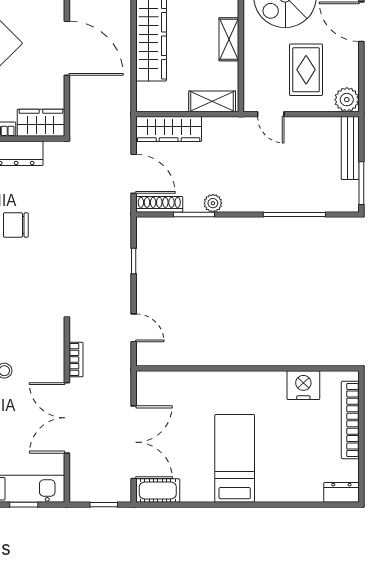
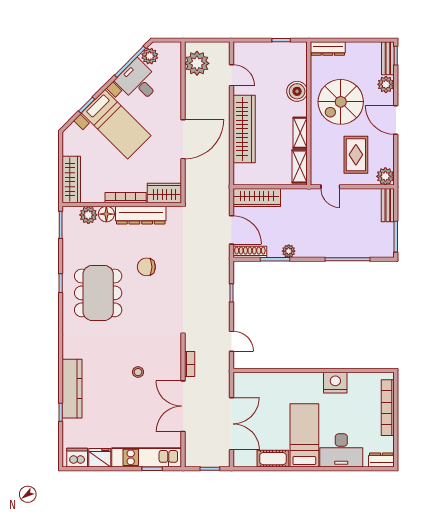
door: (67, 48) -> (183, 139), hinge flipped
shelving: (212, 101) -> (300, 166), moved, turned 90
bench: (350, 148) -> (388, 205), width x0.73
nightstand: (303, 385) -> (335, 383), moved
desk: (286, 479) -> (341, 450), added
cot: (158, 490) -> (273, 459), moved

